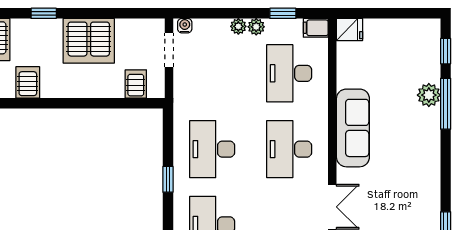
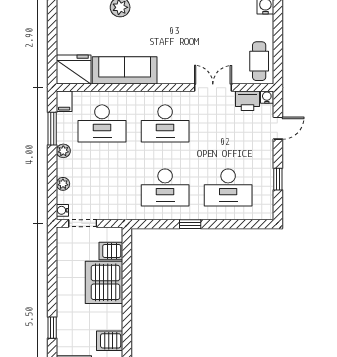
window: (283, 13) -> (52, 129), width x1.50
plant: (238, 26) -> (63, 184), moved
fridge: (350, 29) -> (74, 70), width x1.88, depth x1.34
server rack: (89, 41) -> (104, 282), moved, turned 180
sofa: (353, 128) -> (125, 70), moved

